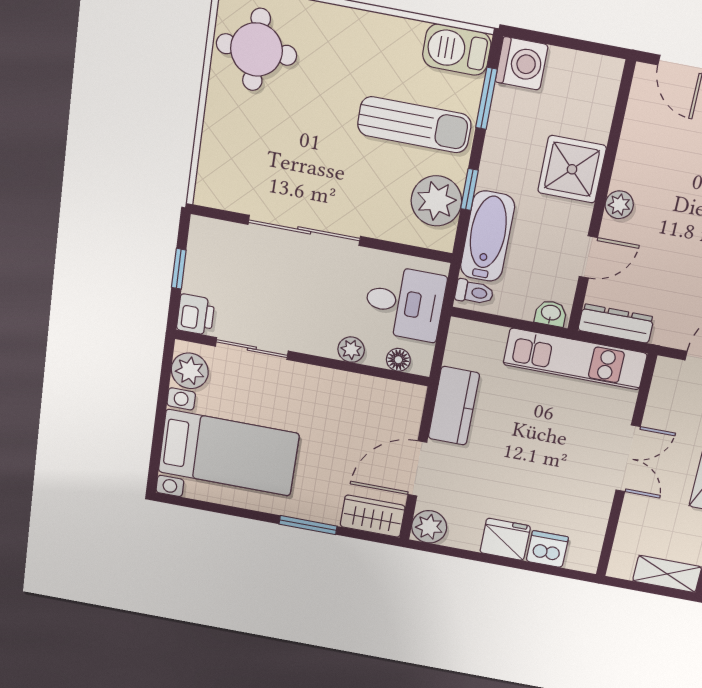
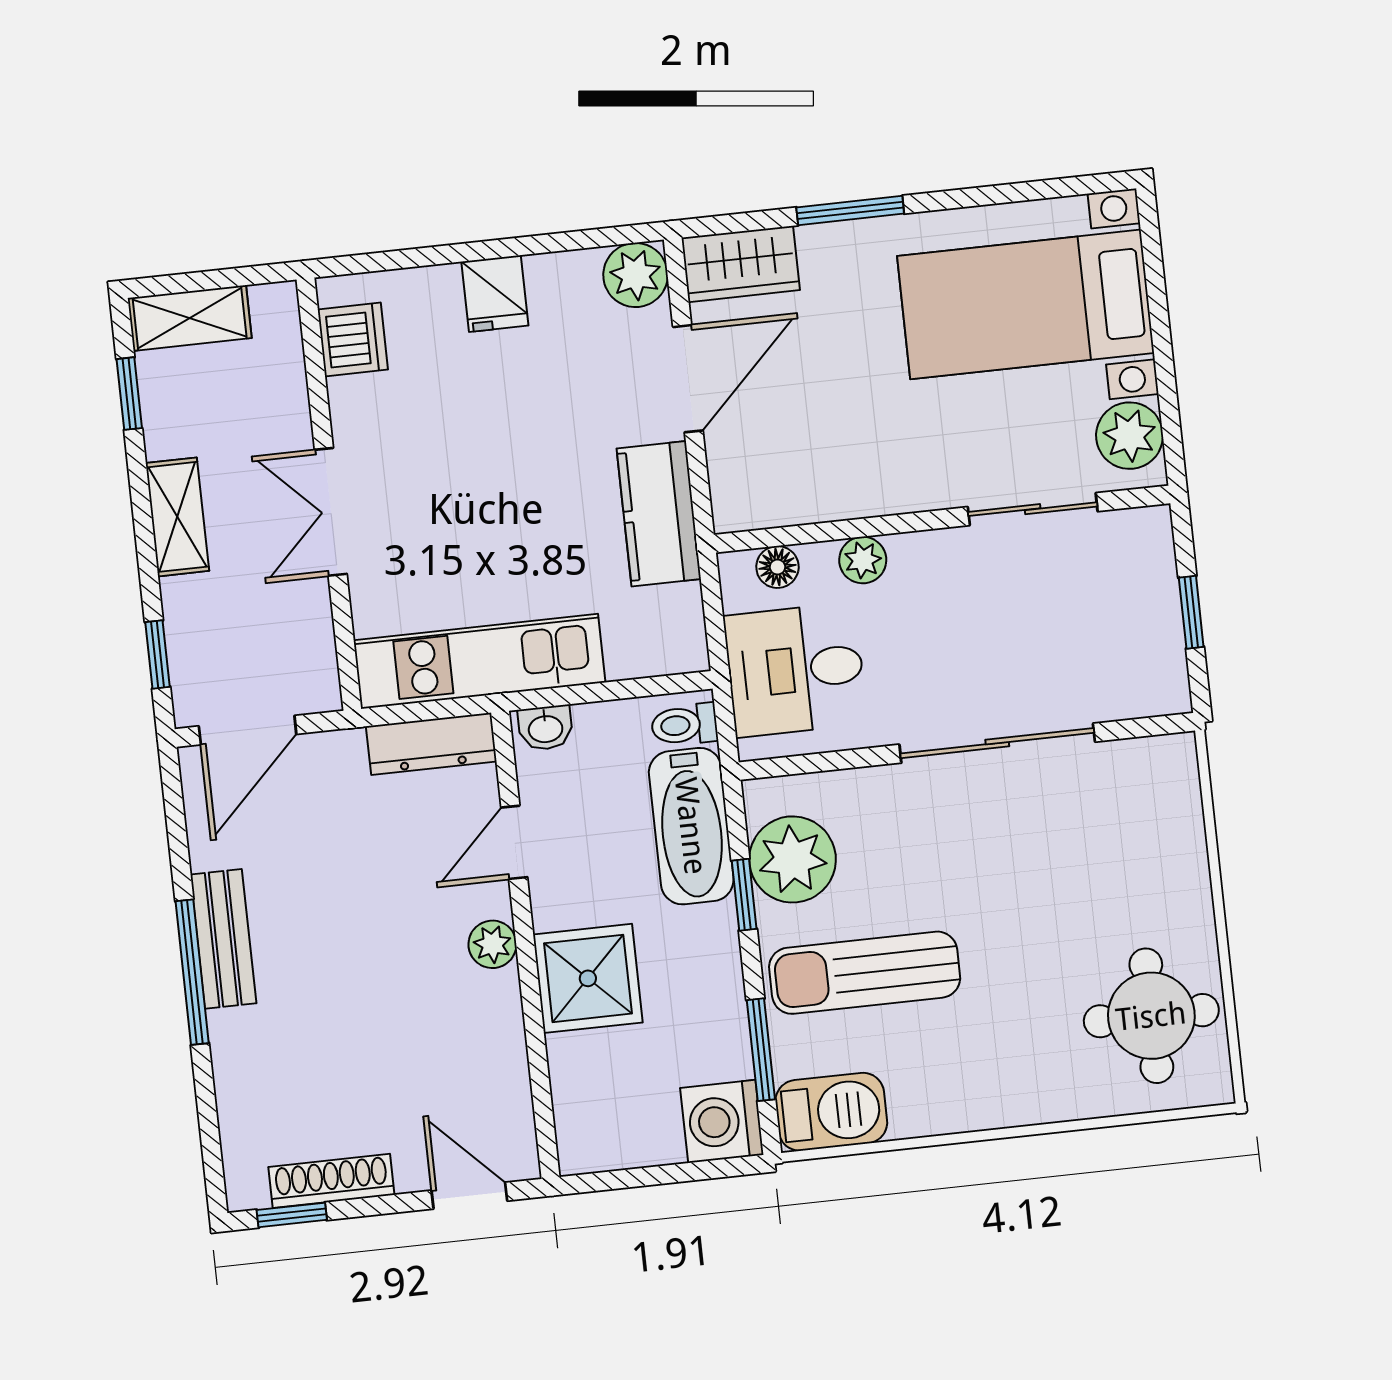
printer: (196, 315) -> (1144, 540), removed
fridge: (505, 539) -> (495, 294), width x0.72
dishwasher: (547, 549) -> (353, 340), moved, turned -90

